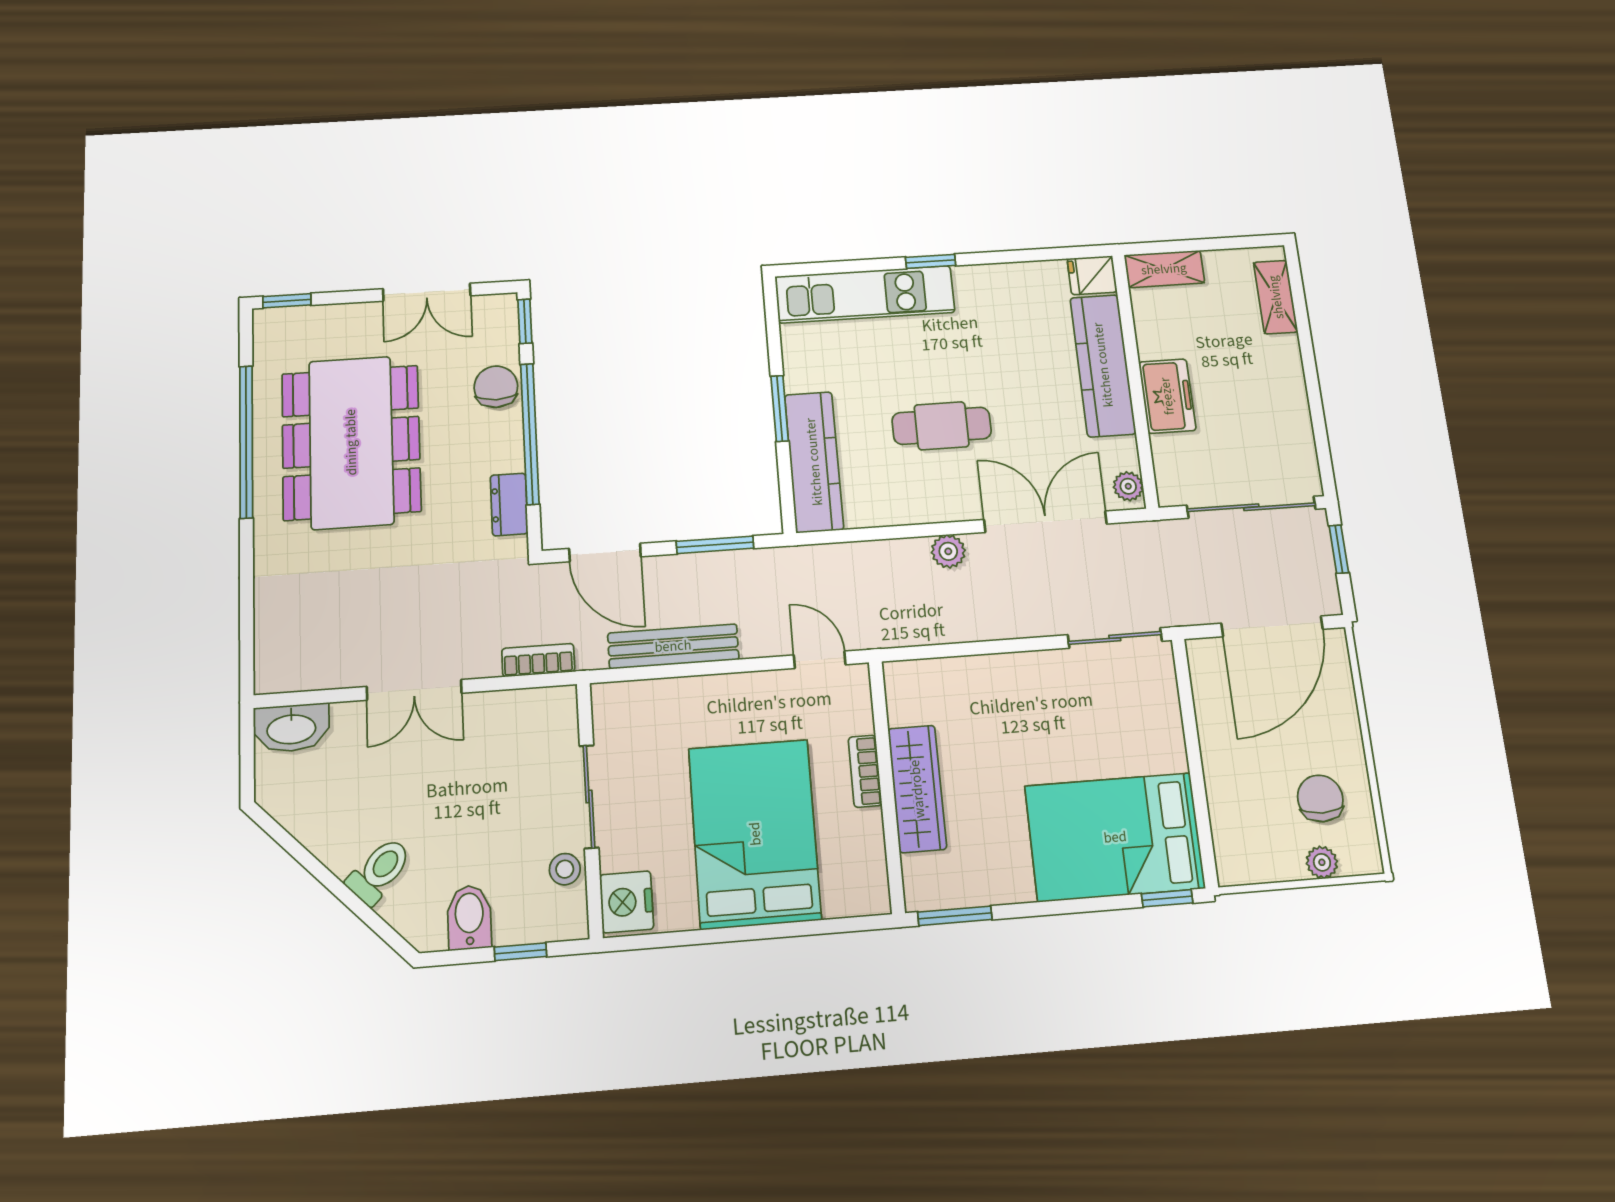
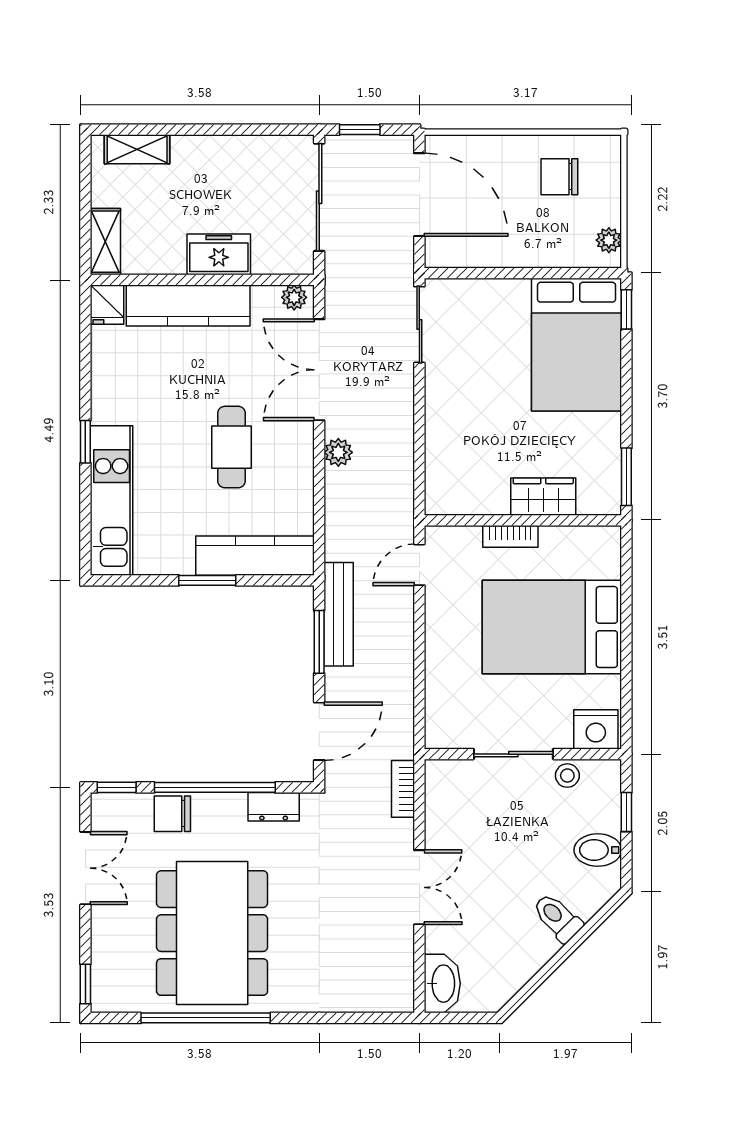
dining table: (351, 442) -> (212, 933), turned 90
bench: (673, 646) -> (339, 614), moved
wardrobe: (917, 789) -> (543, 497), width x0.67
plant: (1322, 862) -> (609, 240), moved

